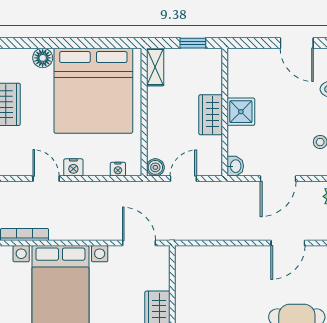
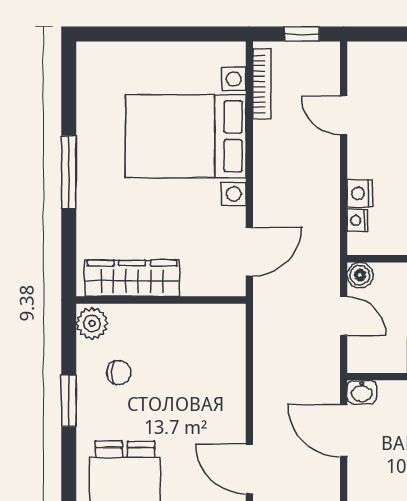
nightstand: (73, 167) -> (360, 193), moved
door: (46, 179) -> (344, 115), swing flipped
door: (278, 179) -> (344, 431), moved

